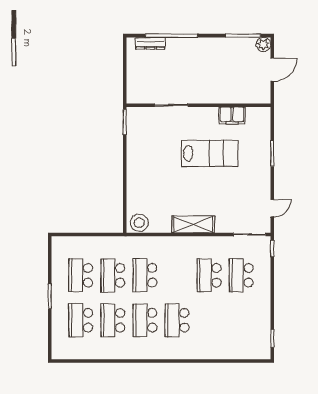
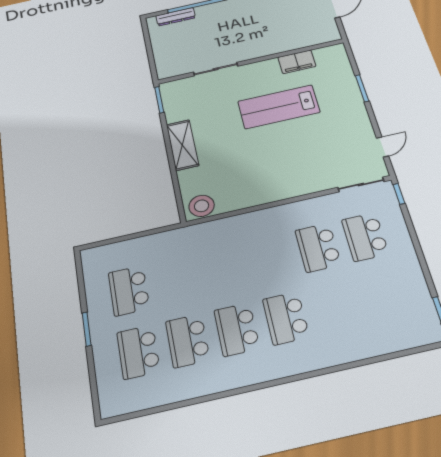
lab bench: (210, 153) -> (279, 107), turned 180
shelving: (193, 224) -> (182, 145), moved, turned 90
school desk: (113, 275) -> (176, 280), removed
school desk: (145, 275) -> (224, 269), removed

